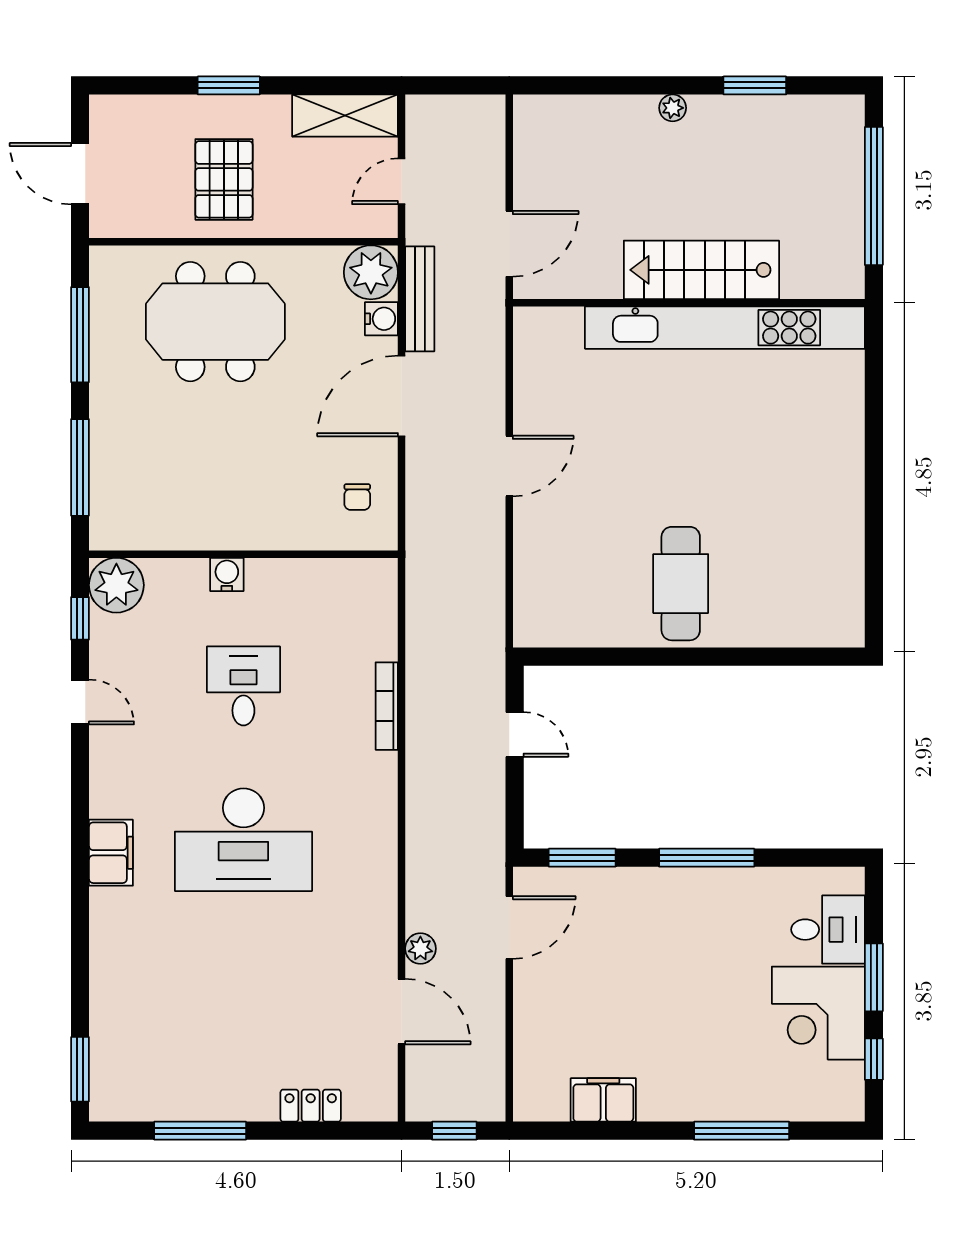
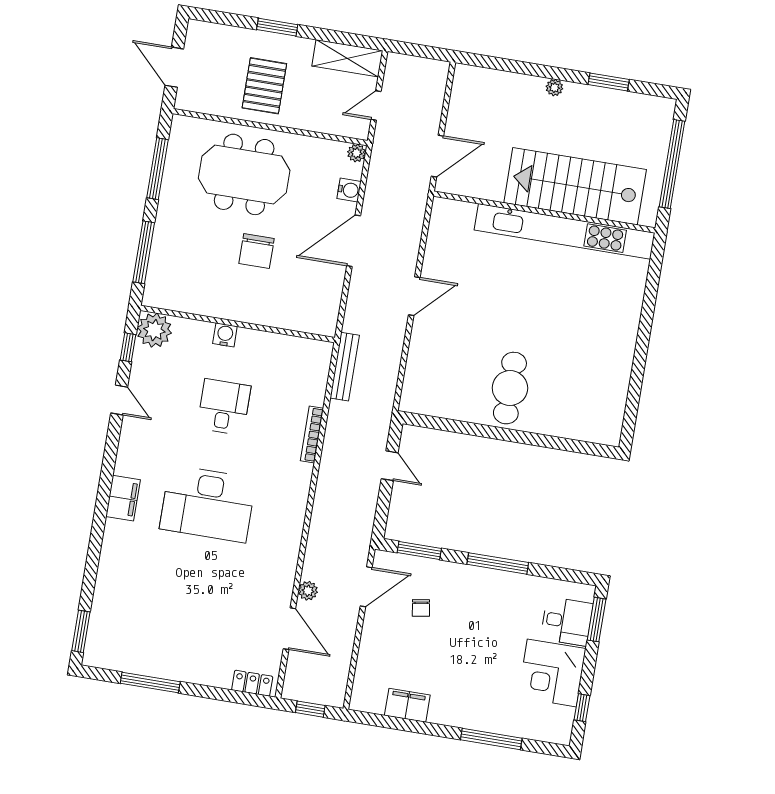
stairs: (701, 270) -> (575, 186), width x1.36, depth x1.51
plant: (371, 272) -> (357, 153), width x0.53, depth x0.53
bench: (420, 299) -> (345, 367), moved
chair: (357, 497) -> (257, 251), moved, width x1.87, depth x1.87
chair: (599, 946) -> (421, 608), added
window: (874, 977) -> (597, 620), moved
locker: (311, 1106) -> (252, 683), moved

